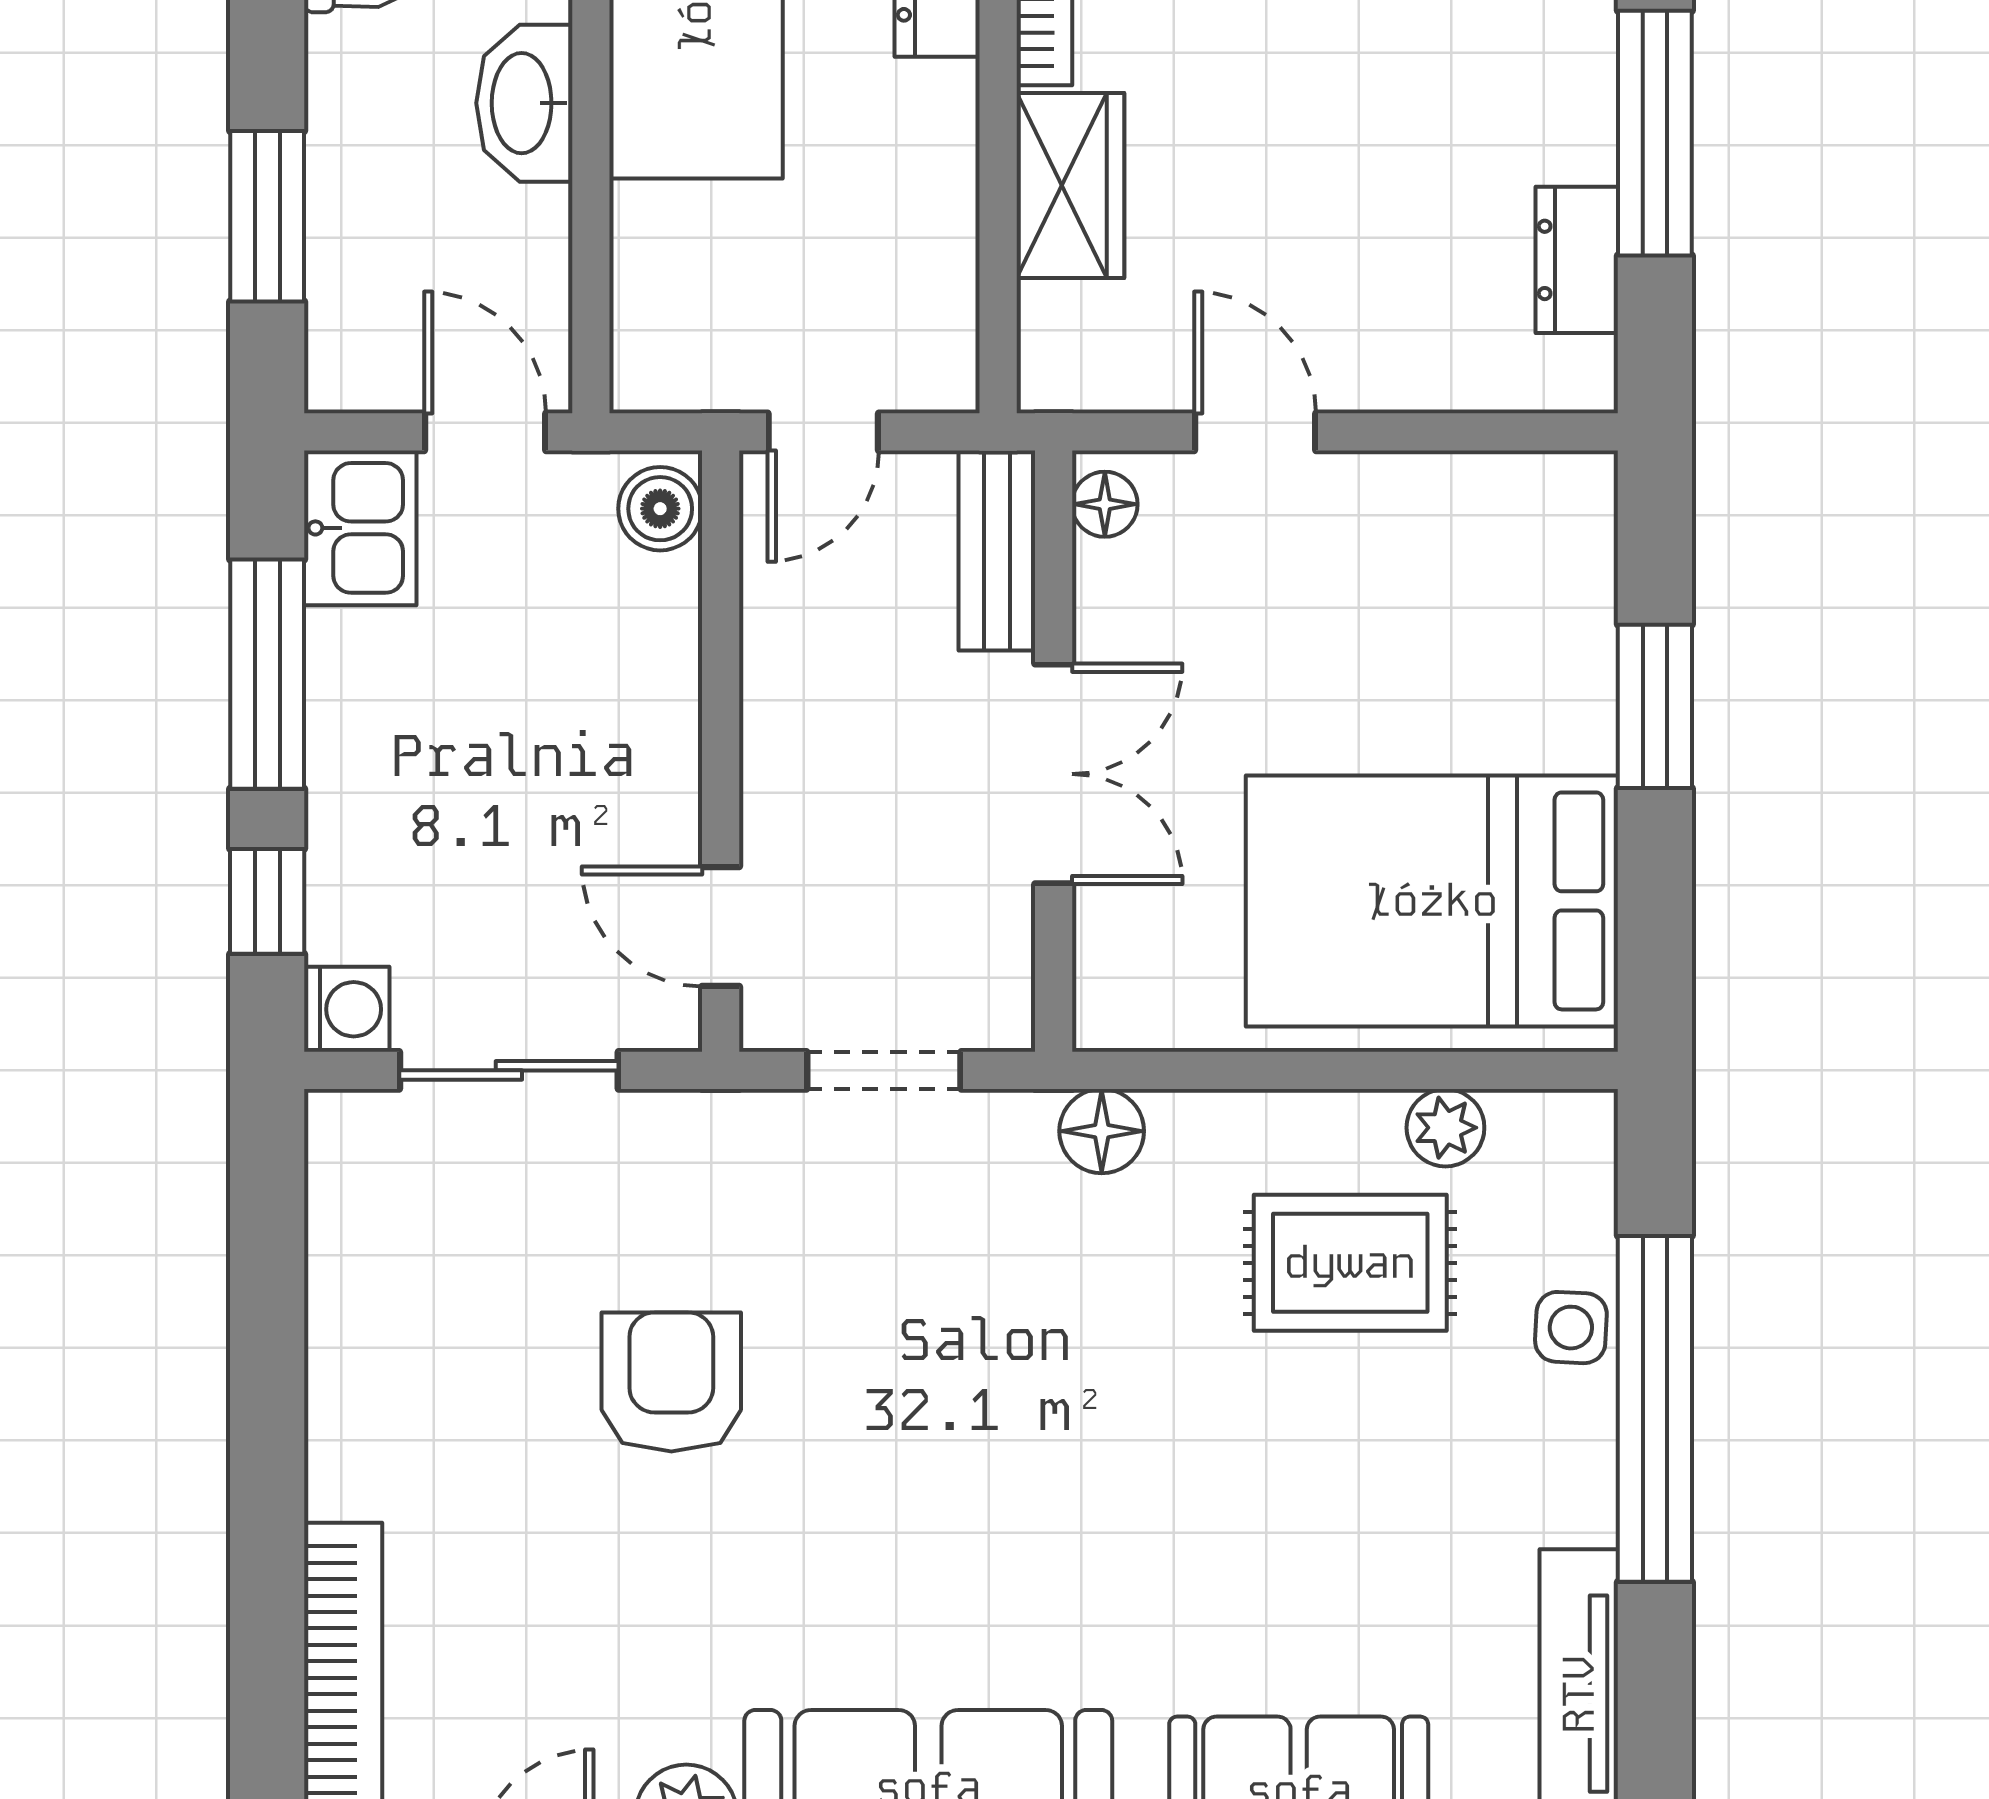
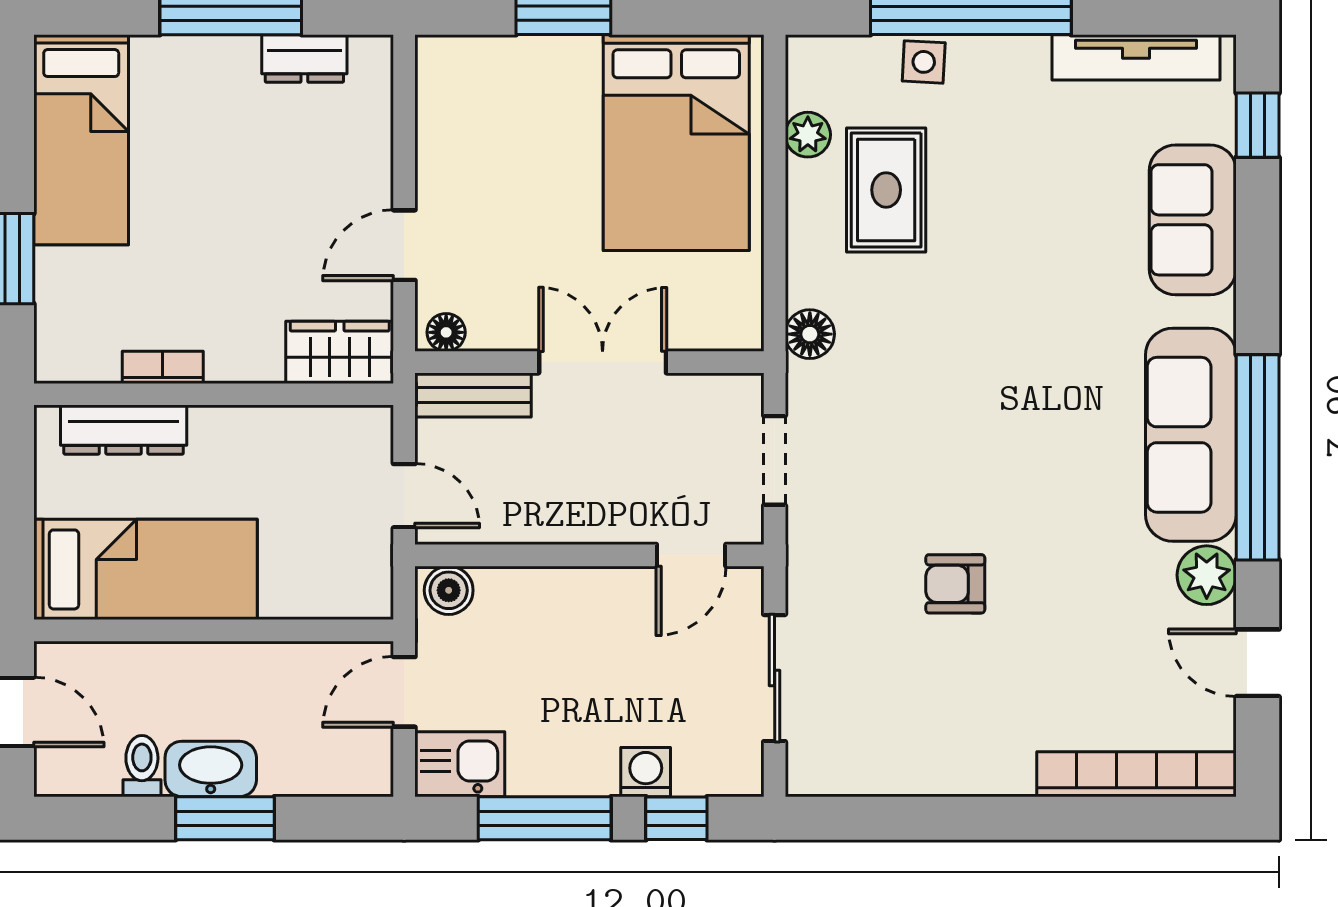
washbasin: (524, 103) -> (211, 769), moved, turned 180
wardrobe: (1070, 185) -> (340, 352), moved
window: (267, 216) -> (225, 818), moved
washing machine: (347, 1009) -> (646, 772), moved
armchair: (671, 1382) -> (955, 584), width x0.72, depth x0.72

